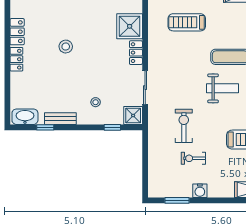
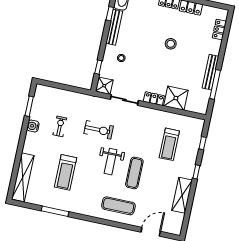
treadmill: (187, 22) -> (169, 144), turned 180
bench: (60, 119) -> (114, 27), width x1.36
exercise bike: (184, 126) -> (99, 130), moved

